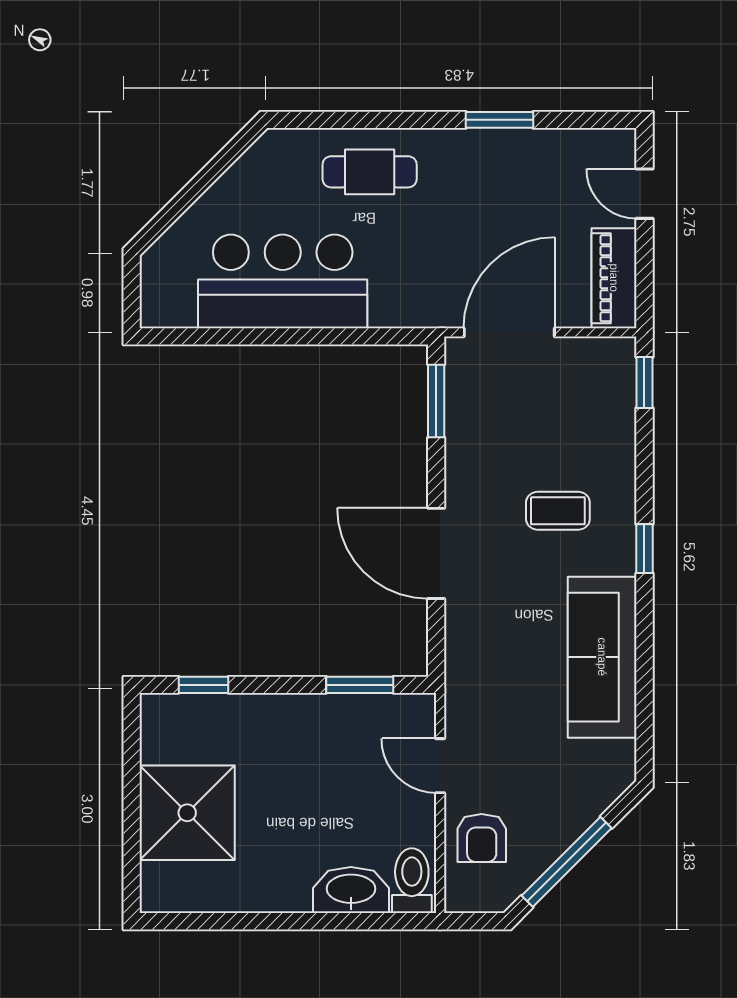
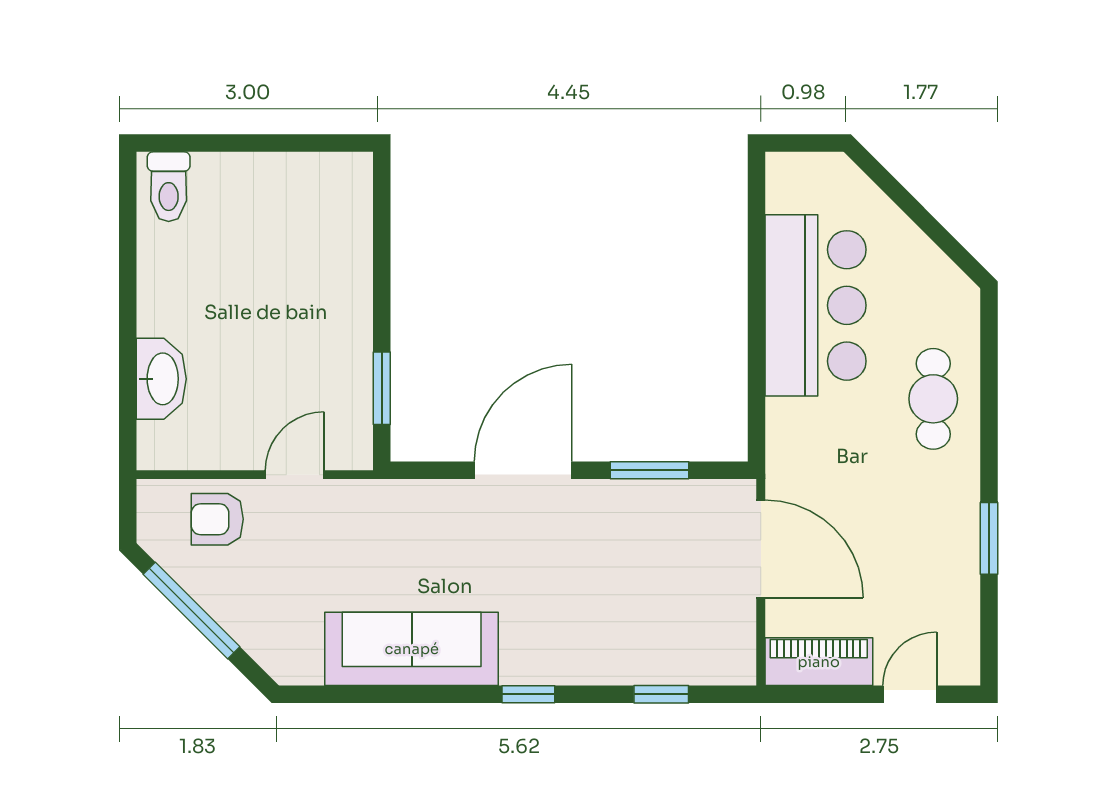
window: (644, 382) -> (661, 694), moved
window: (436, 401) -> (649, 470), moved
coffee table: (558, 511) -> (569, 601), removed
window: (203, 685) -> (382, 220), removed
shower: (187, 813) -> (244, 203), removed
toilet: (412, 881) -> (169, 187), moved, turned 90

